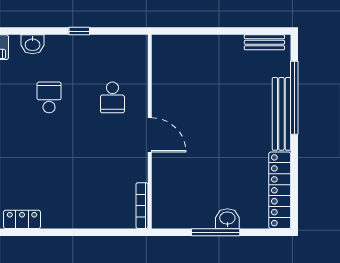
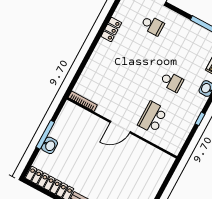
school desk: (112, 97) -> (152, 117), width x1.85

